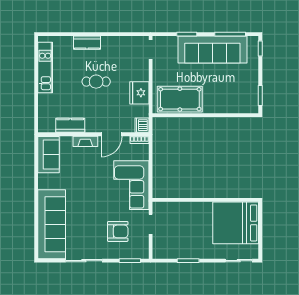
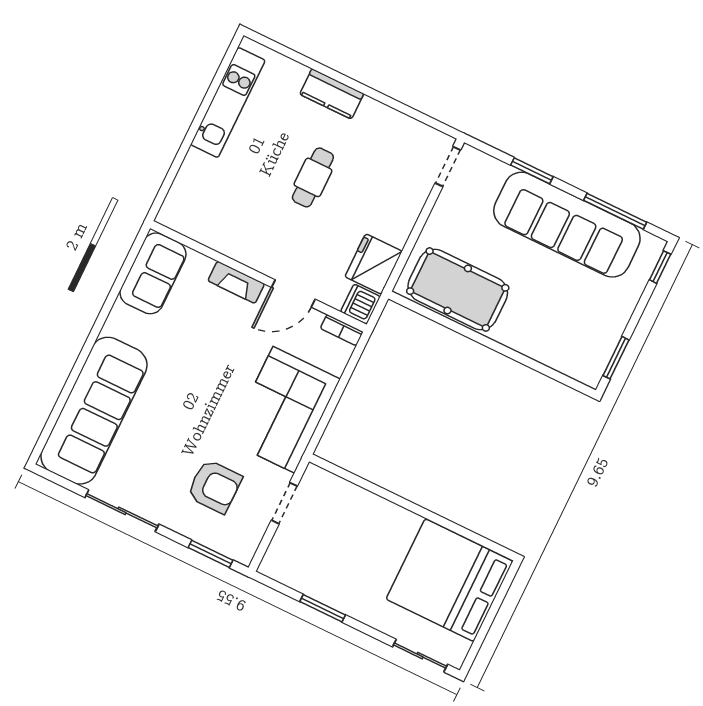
cafe table: (96, 82) -> (313, 177), turned 90
fridge: (139, 93) -> (374, 264), moved
kitchen counter: (70, 125) -> (222, 237), removed

